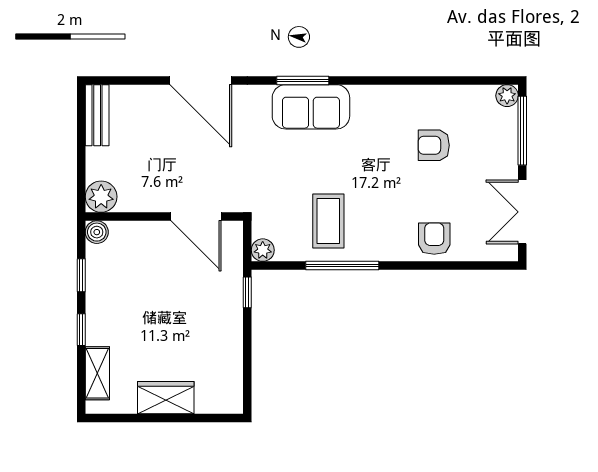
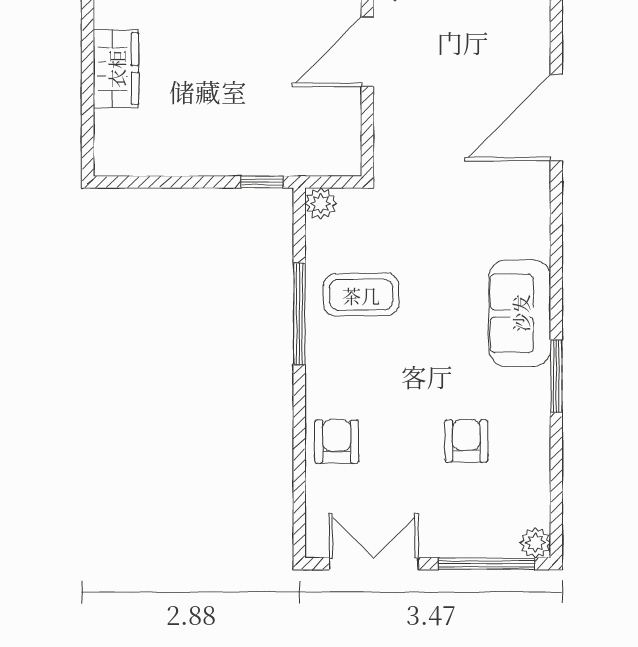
window: (303, 80) -> (556, 376), moved
sofa: (311, 107) -> (520, 313), moved
door: (196, 217) -> (367, 52), moved
armchair: (434, 239) -> (337, 442), turned -90

